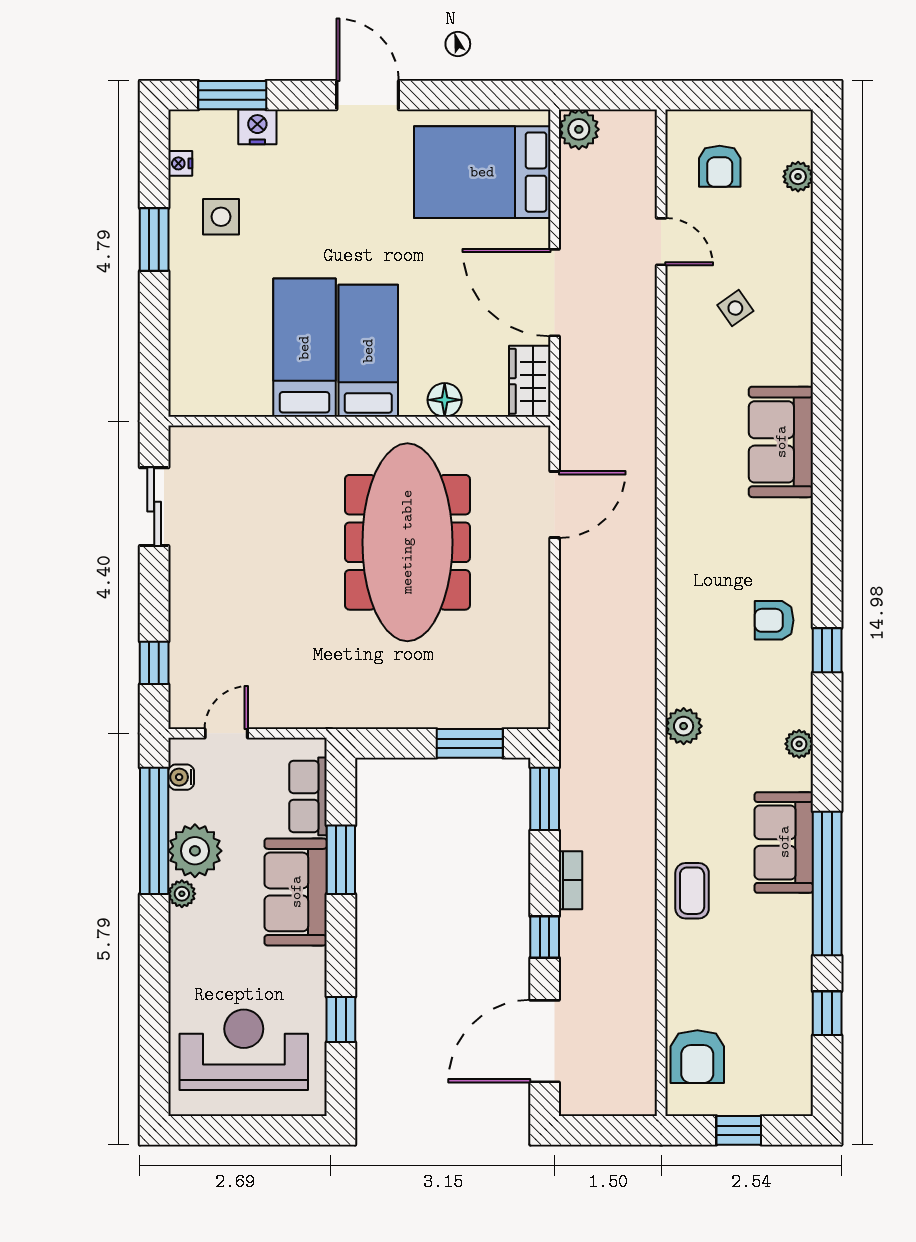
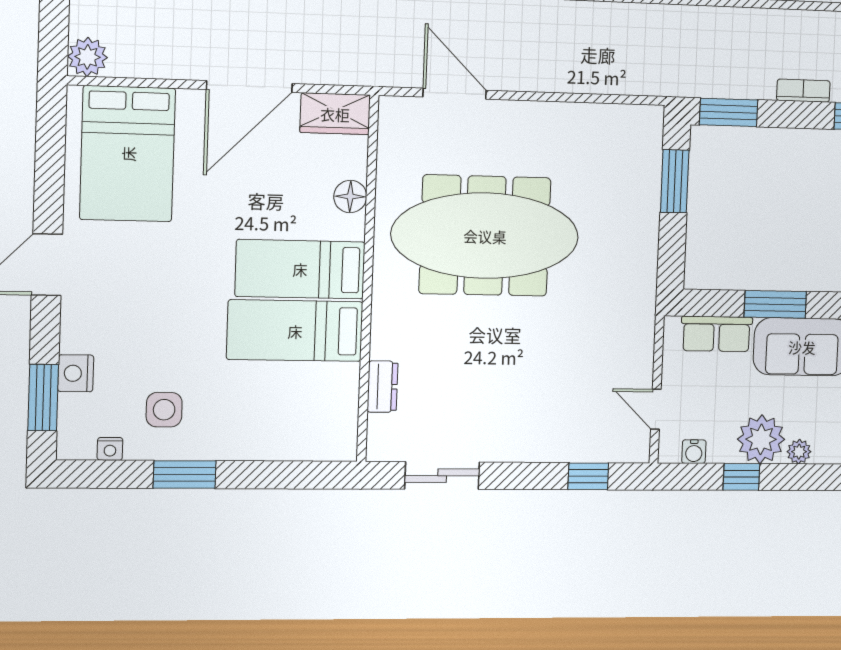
dresser: (247, 441) -> (383, 387), added
window: (154, 831) -> (741, 477), width x0.32

